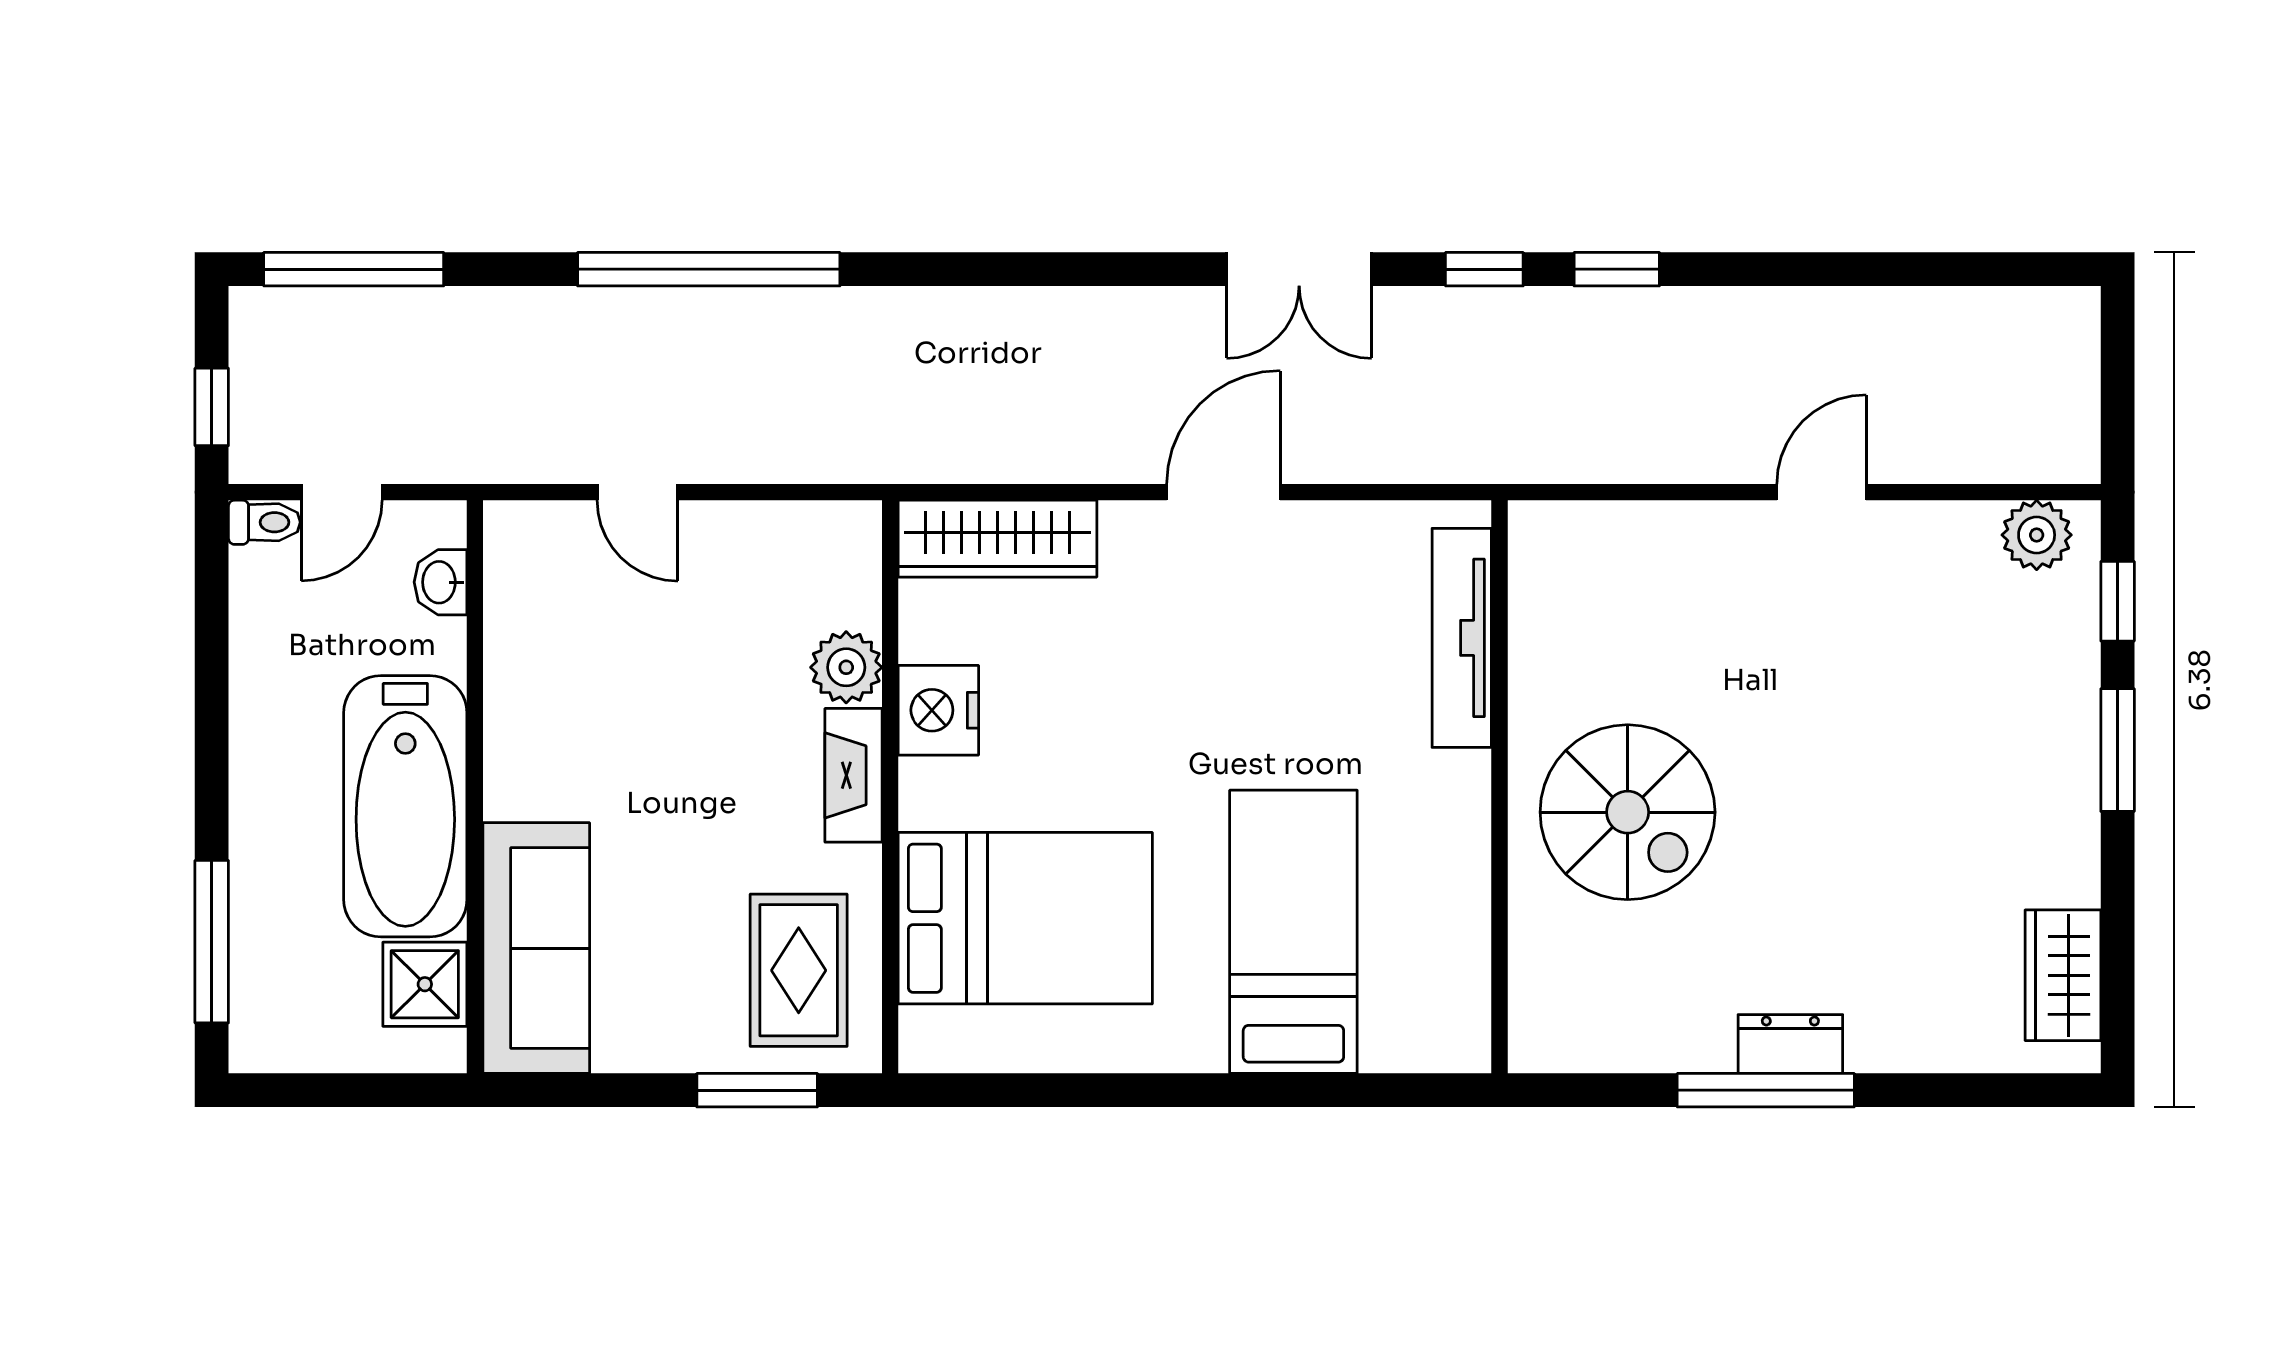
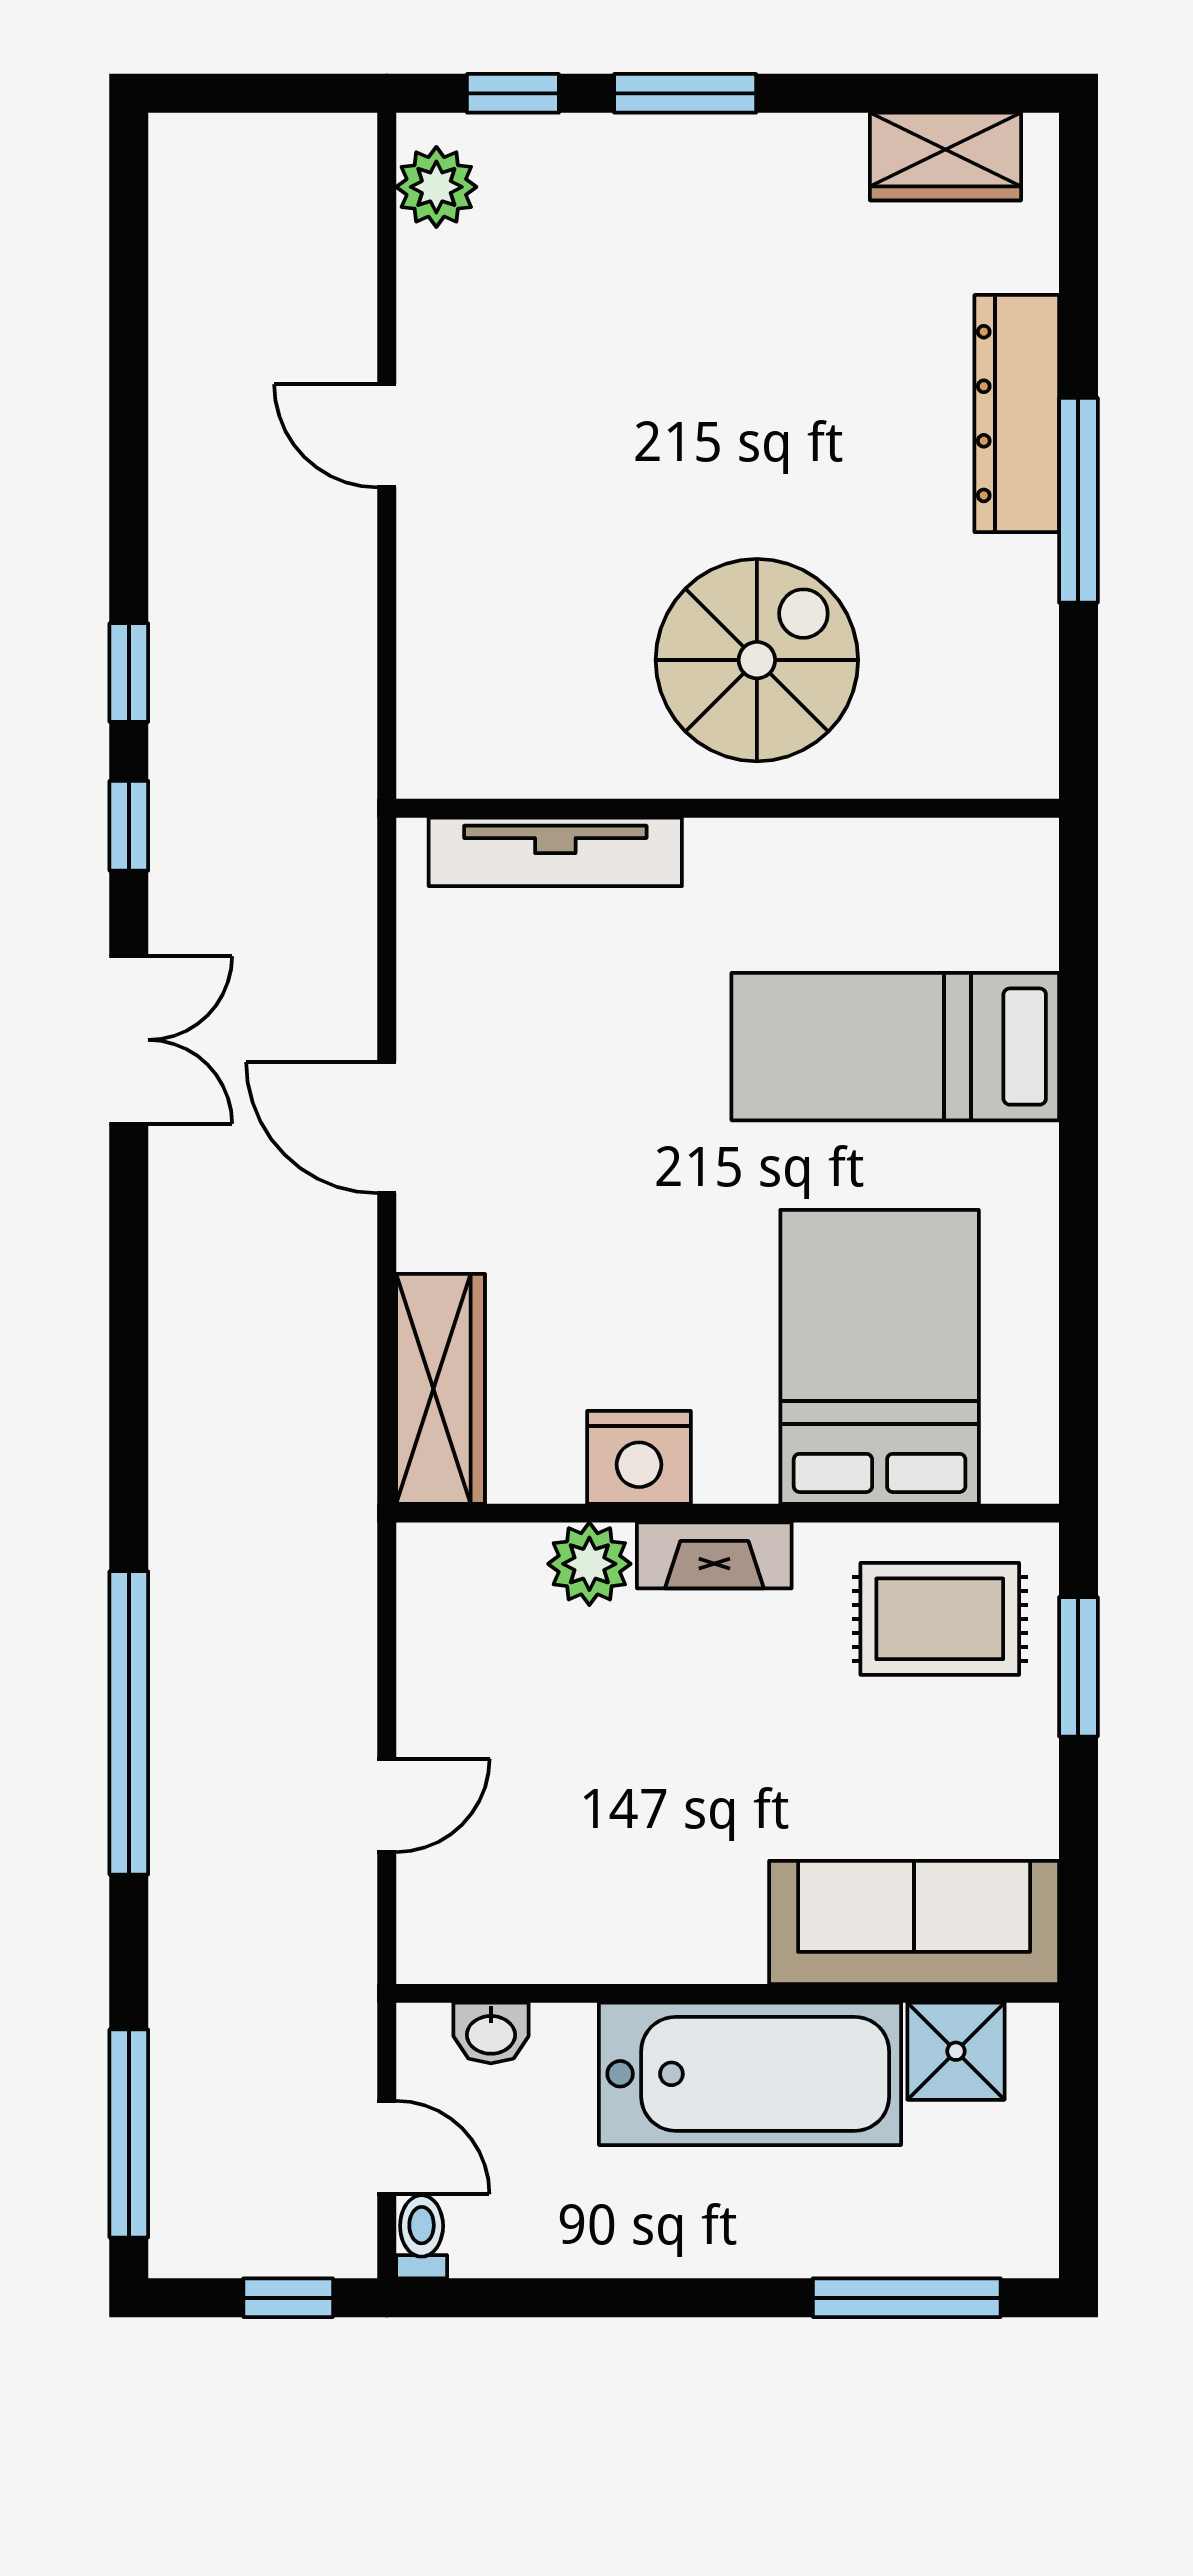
dresser: (1790, 1044) -> (1017, 414), width x1.96, depth x1.24

